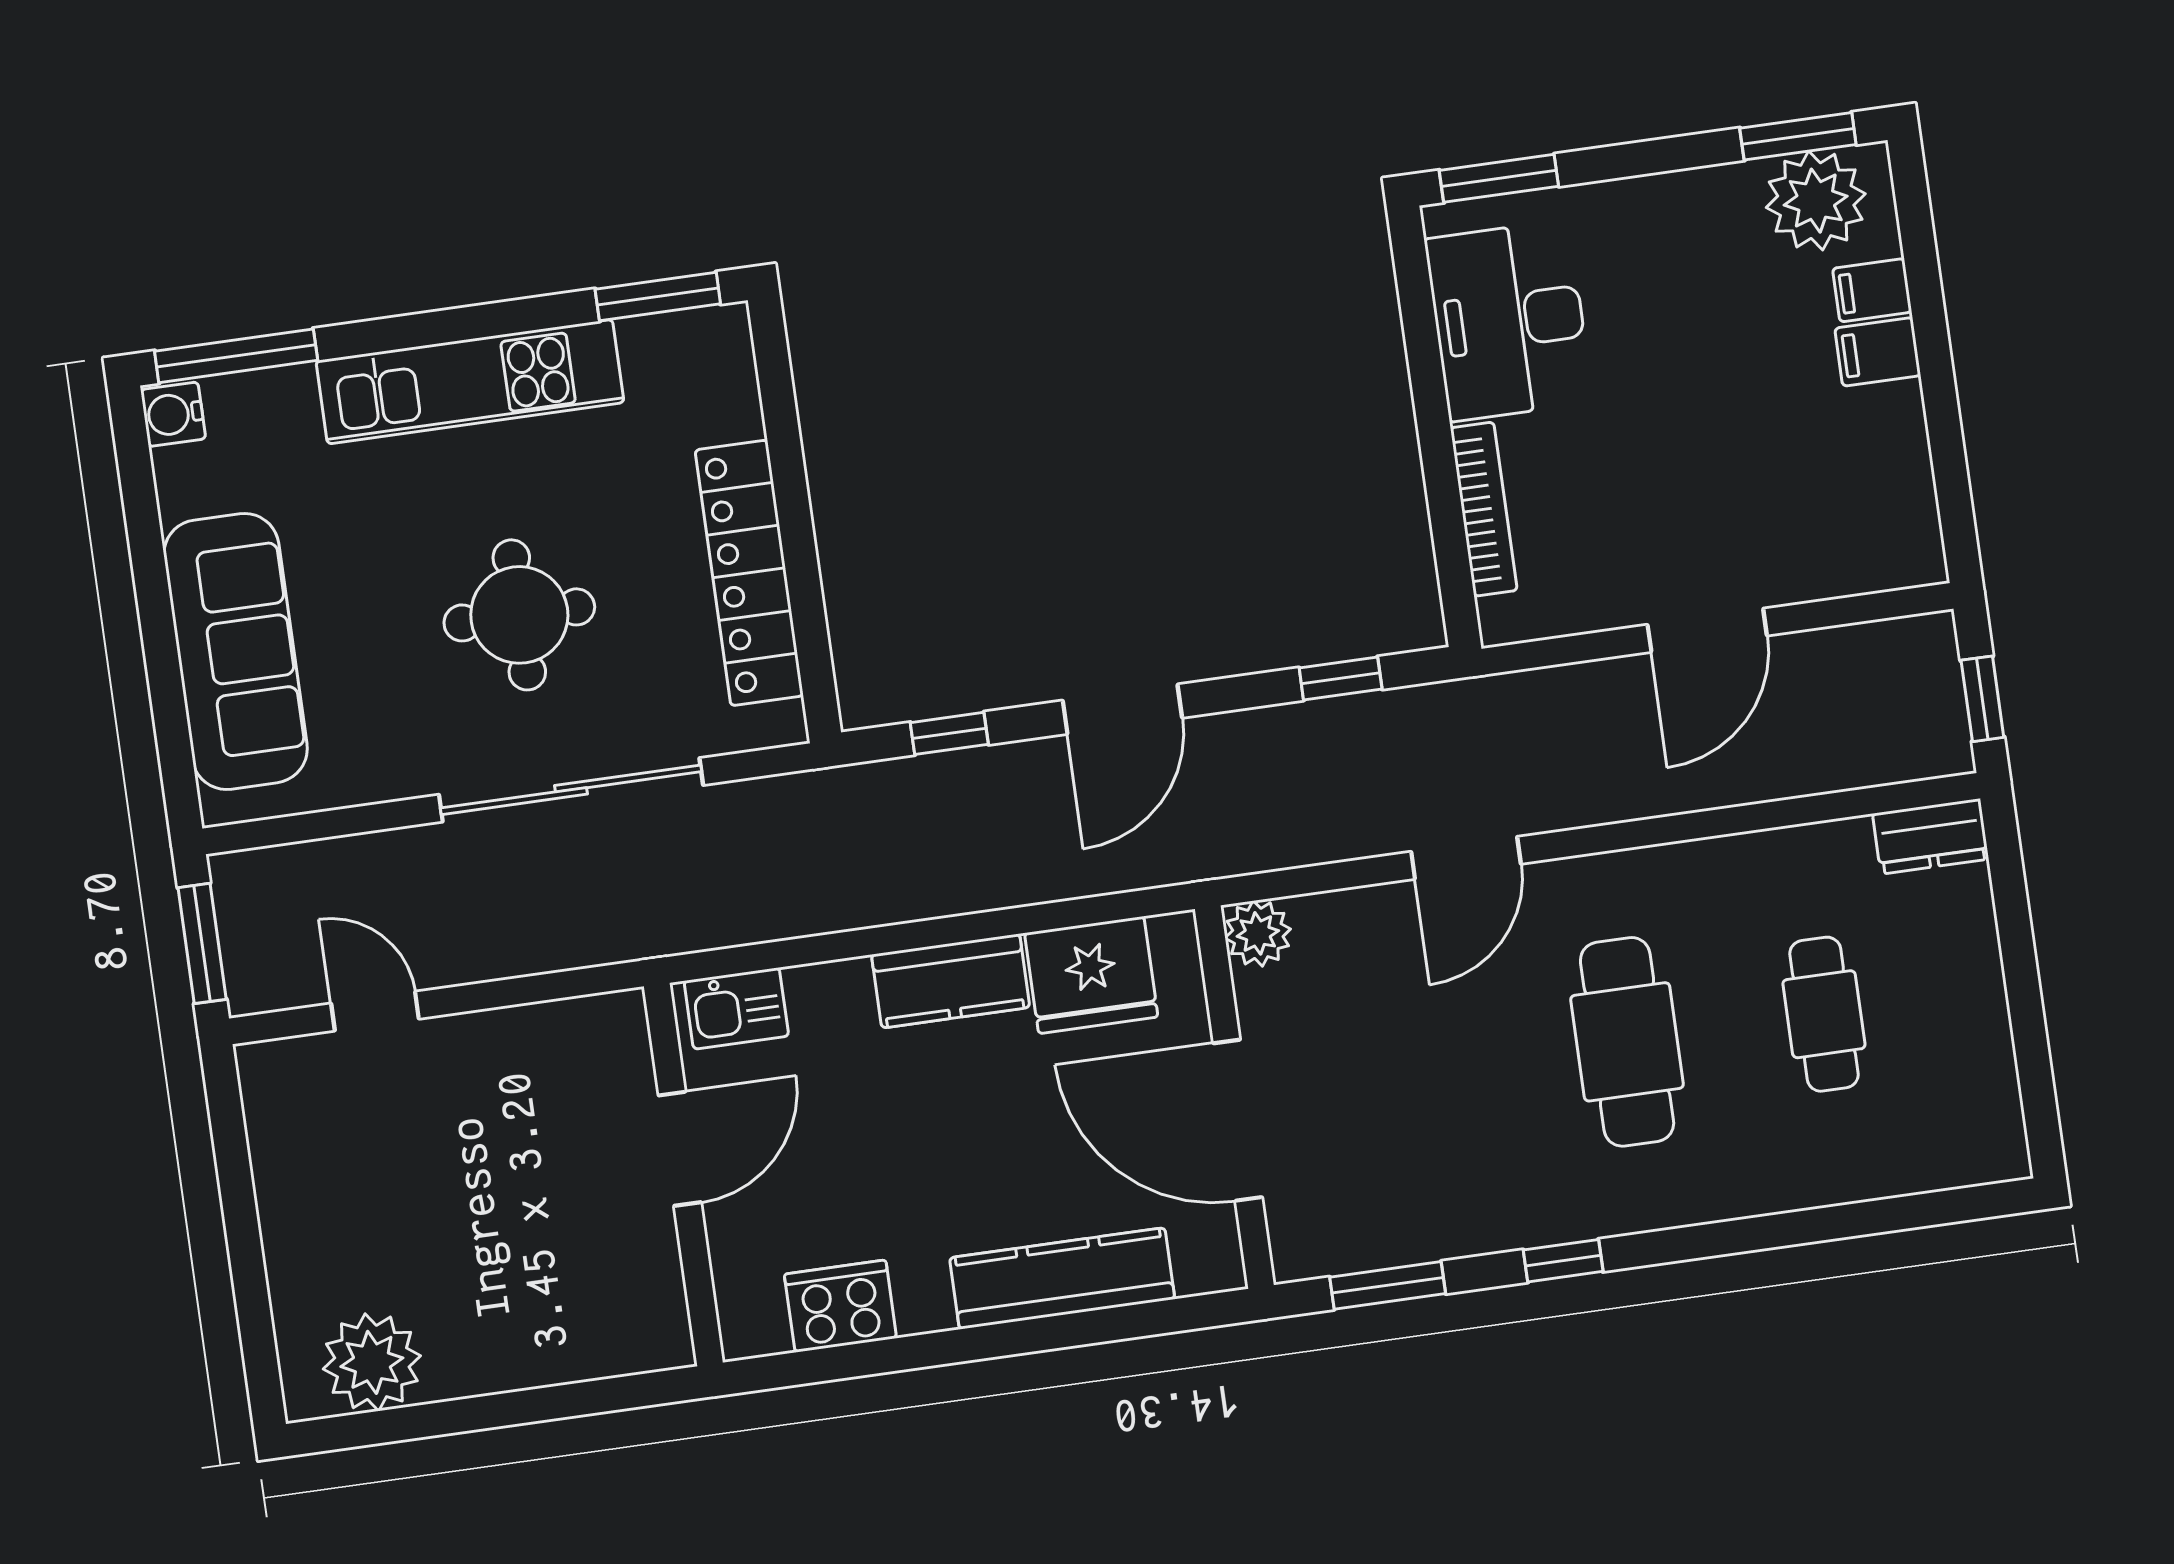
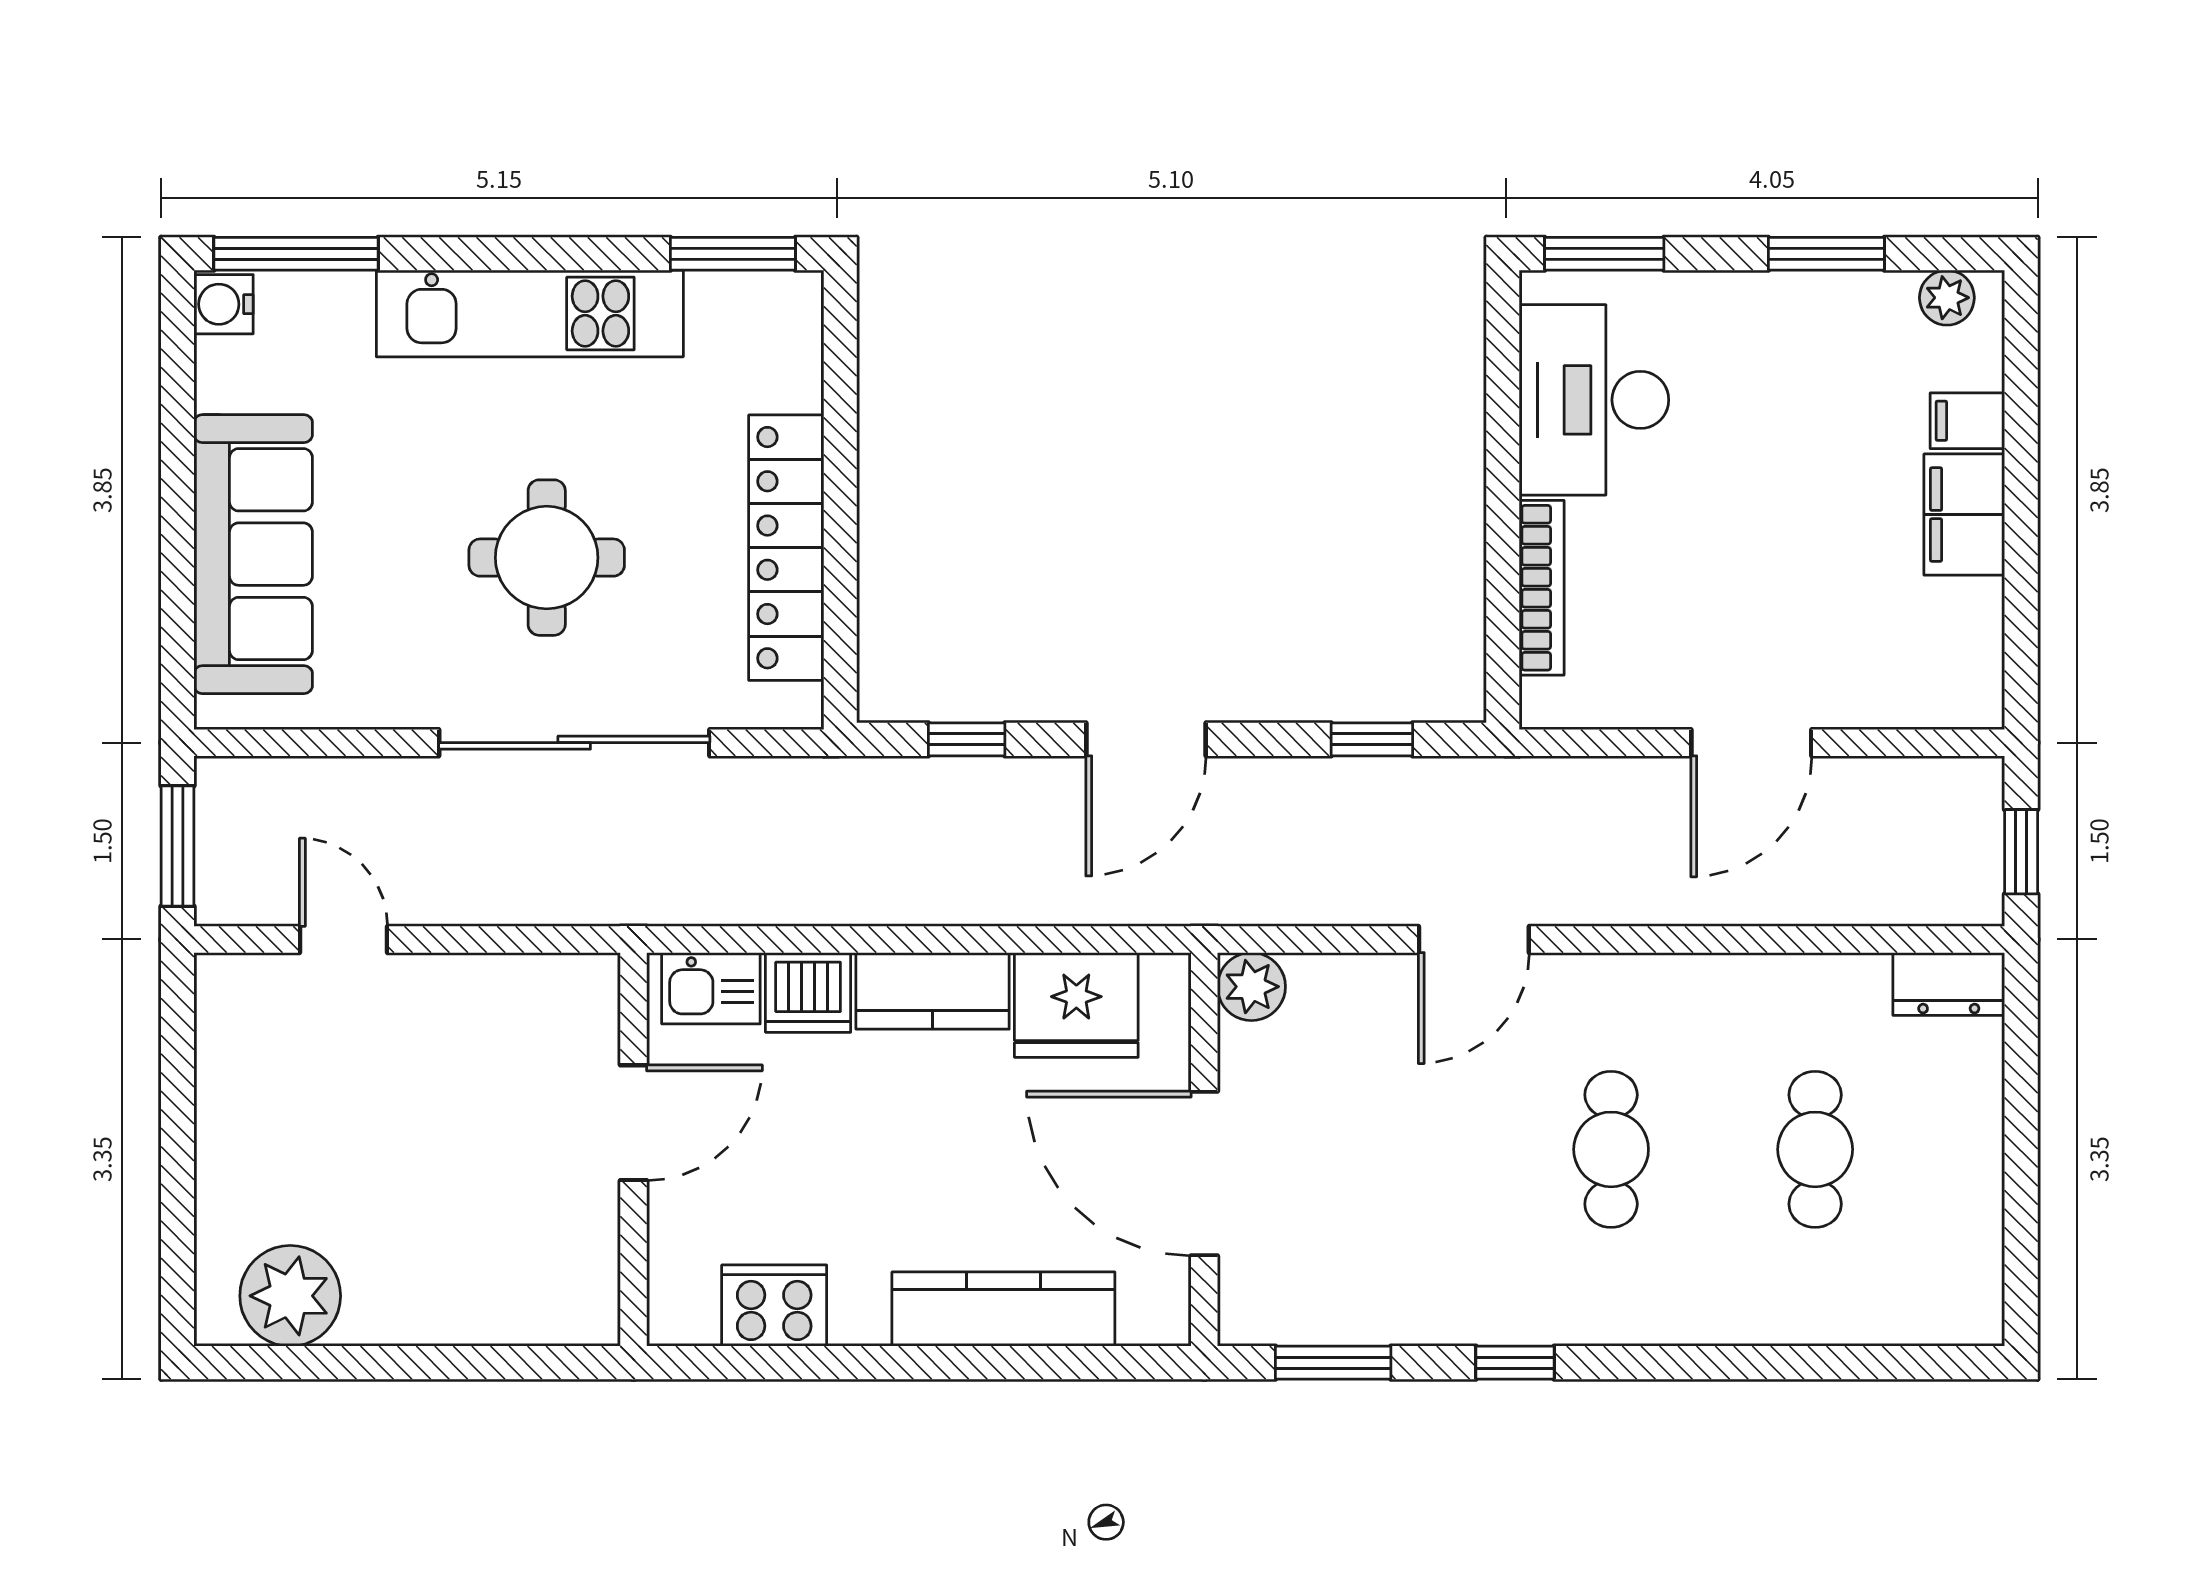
window: (1798, 136) -> (1826, 254), moved
plant: (1816, 201) -> (1947, 298), width x0.53, depth x0.53
filing cabinet: (1878, 352) -> (1964, 515), width x2.00
dishwasher: (831, 999) -> (808, 992), added
cafe table: (1627, 1042) -> (1611, 1149), width x0.73, depth x0.74

